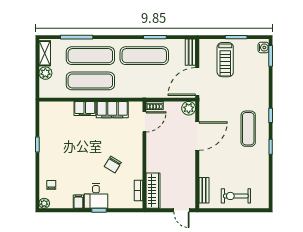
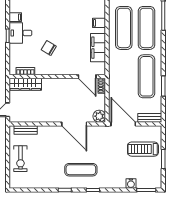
water cooler: (263, 47) -> (131, 183), moved
filing cabinet: (85, 109) -> (99, 23), width x0.50
exercise bike: (236, 196) -> (20, 159), turned 180

